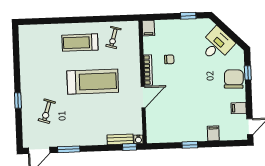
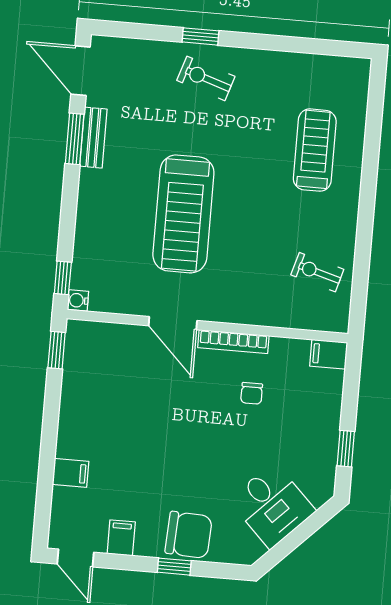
treadmill: (80, 43) -> (315, 150), moved
window: (248, 73) -> (174, 567), moved
treadmill: (93, 82) -> (183, 214), moved
exercise bike: (47, 111) -> (206, 78), moved
bench: (120, 139) -> (93, 138), moved
window: (190, 145) -> (57, 350), moved

